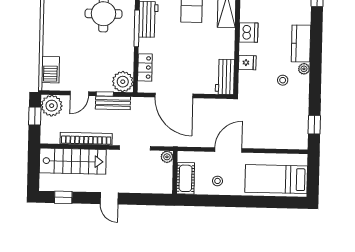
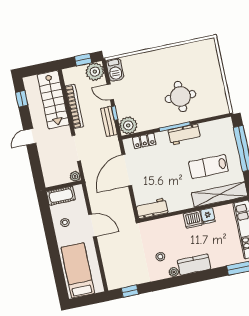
fridge: (247, 63) -> (208, 216), moved
barbecue: (50, 70) -> (115, 70), moved, turned -90

